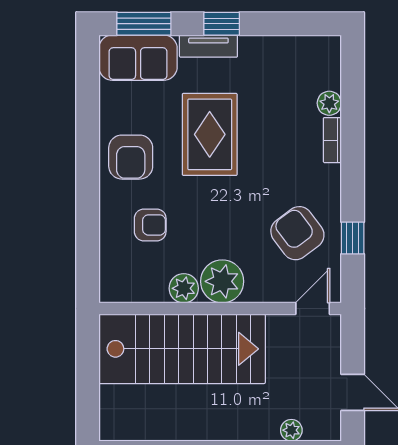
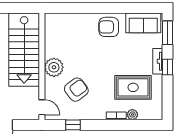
sofa: (138, 58) -> (143, 23), moved, turned -90
rug: (210, 134) -> (133, 87), moved
armchair: (150, 225) -> (79, 36), removed
armchair: (297, 233) -> (76, 90), moved
plant: (184, 288) -> (51, 50), removed

